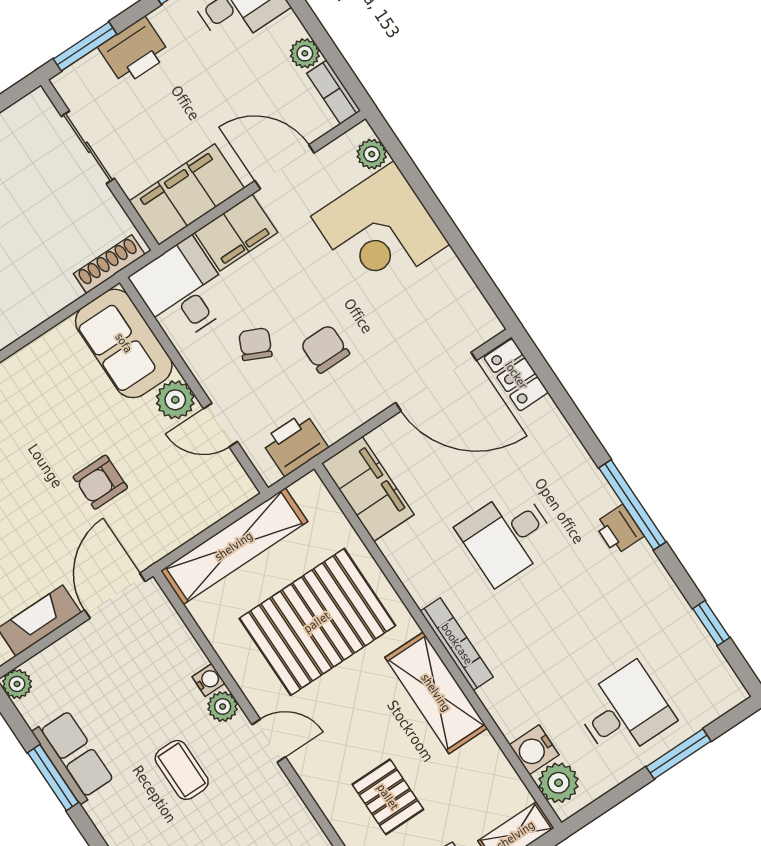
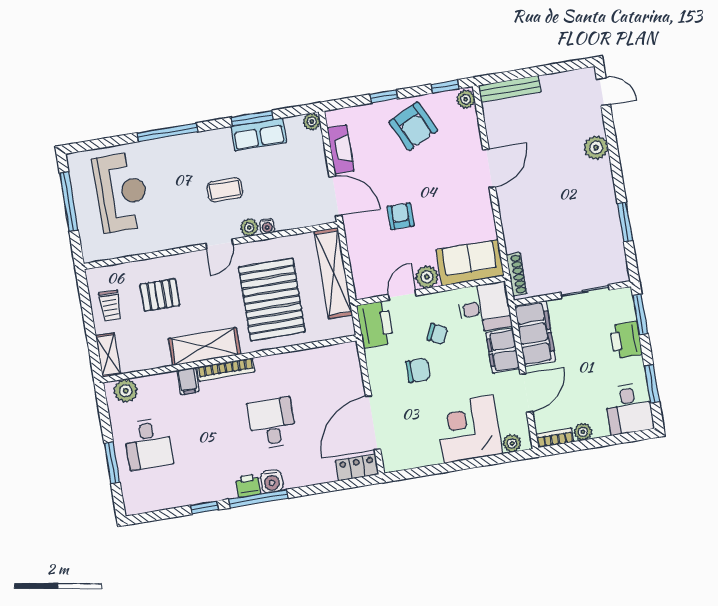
printer: (295, 444) -> (375, 324), width x1.37, depth x1.19
filing cabinet: (368, 489) -> (188, 381), moved, width x0.33, depth x0.86
window: (711, 623) -> (205, 508), moved
water cooler: (534, 750) -> (272, 481), moved, turned 180

